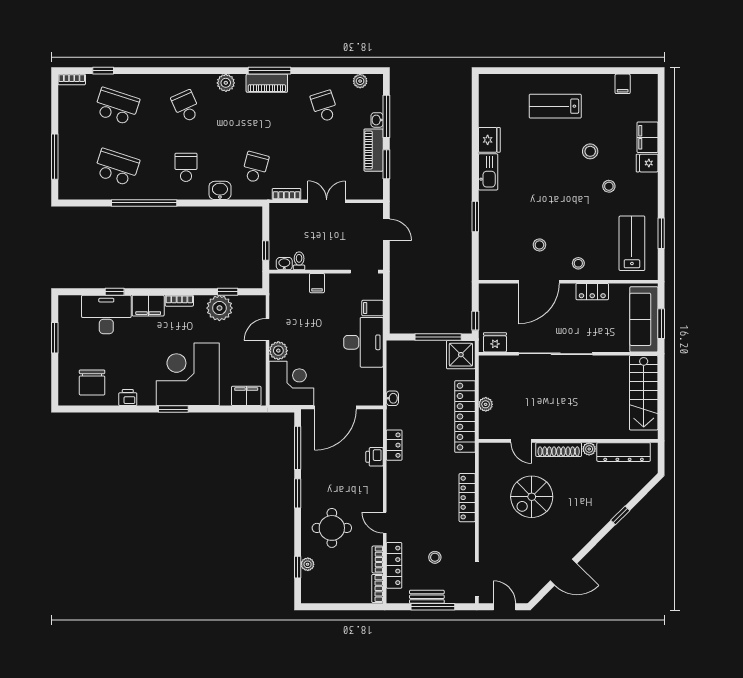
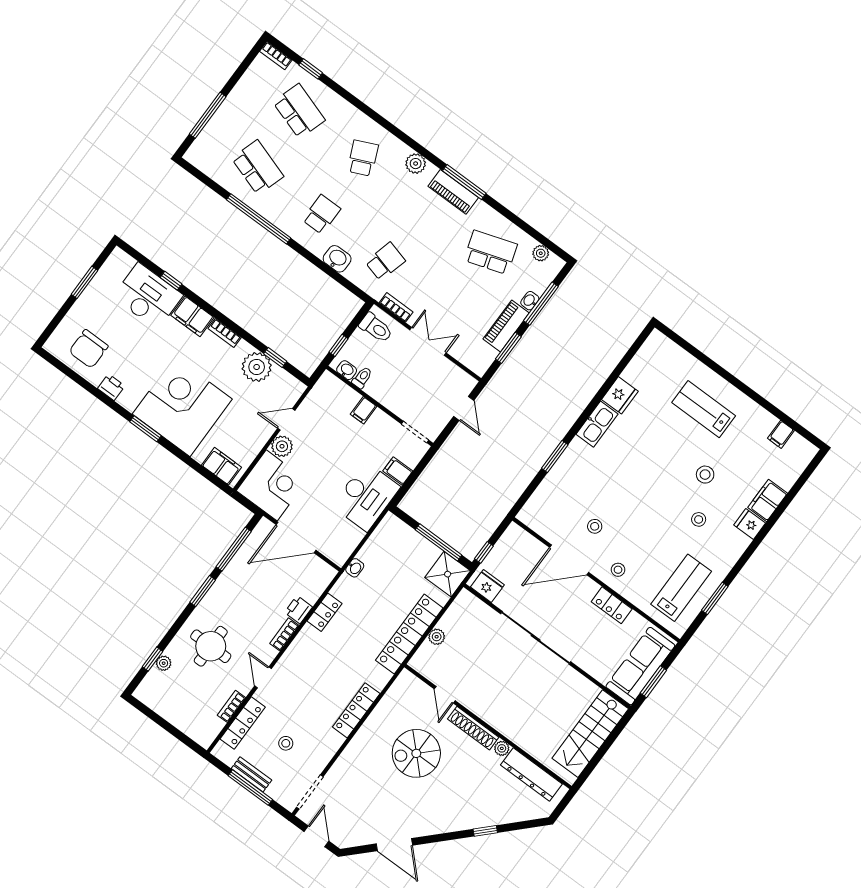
school desk: (324, 106) -> (491, 252), width x1.85
toilet: (283, 219) -> (376, 328), added
bookcase: (377, 588) -> (284, 634), moved

